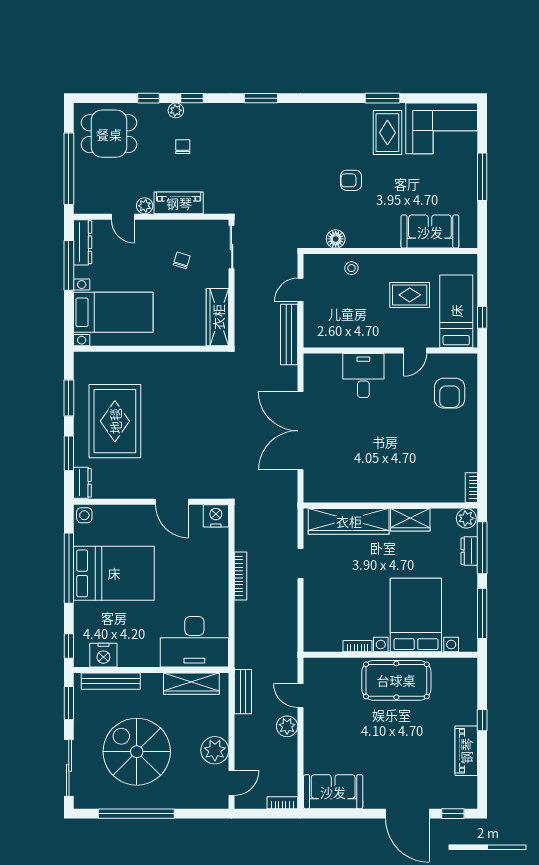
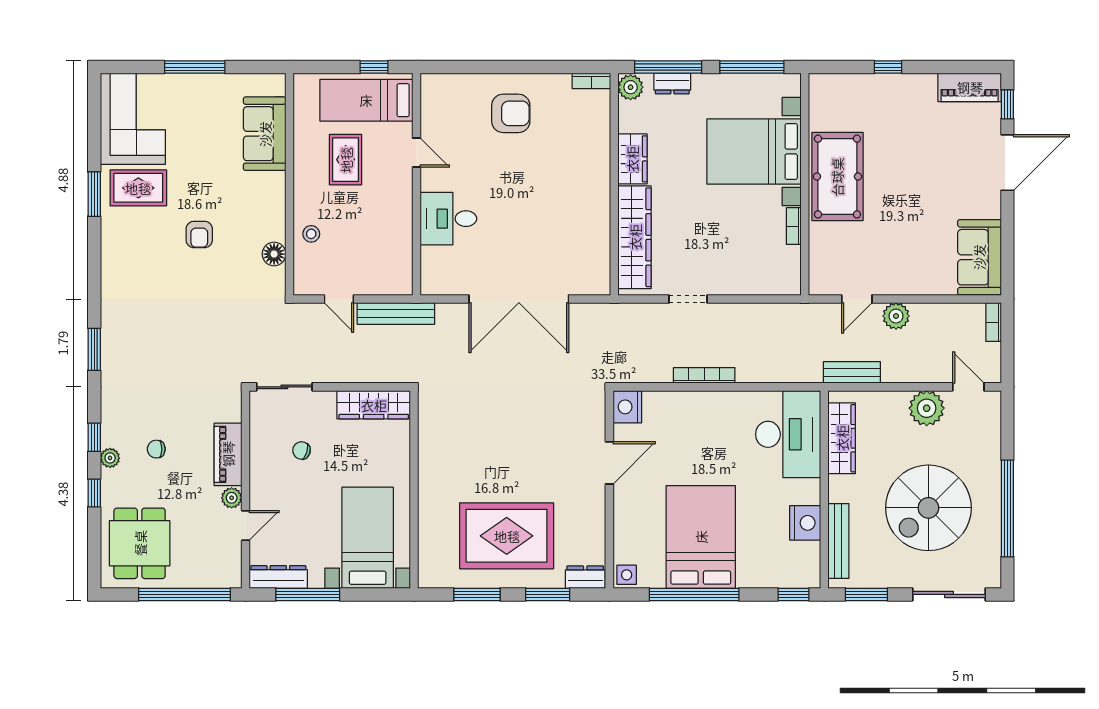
armchair: (450, 393) -> (511, 113), moved
nightstand: (103, 655) -> (805, 523), moved
piano: (466, 751) -> (970, 87), moved

